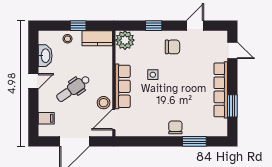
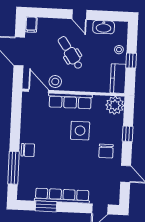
side table: (153, 75) -> (80, 131), width x1.87, depth x1.87
filing cabinet: (46, 118) -> (31, 25), moved
window: (194, 141) -> (13, 168), width x1.44

